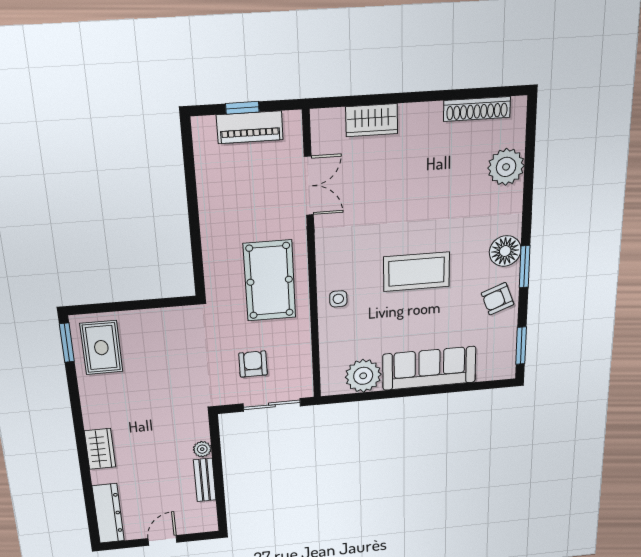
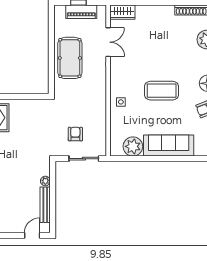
wardrobe: (372, 120) -> (122, 12), moved
pool table: (270, 281) -> (70, 58), moved
bench: (205, 480) -> (45, 205), width x1.36
door: (162, 540) -> (32, 235), moved

